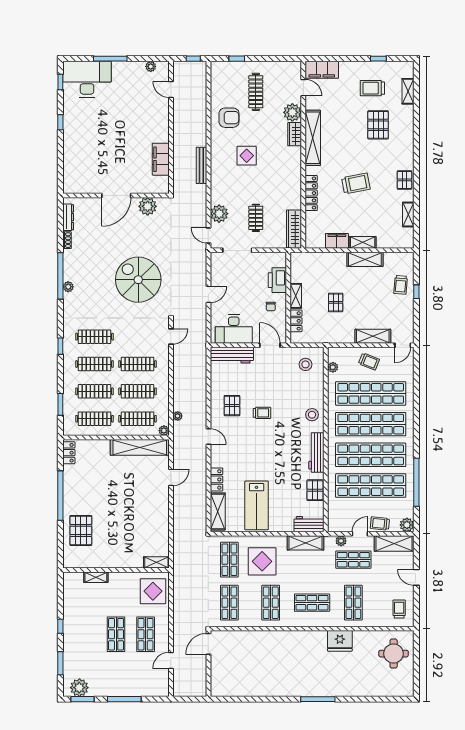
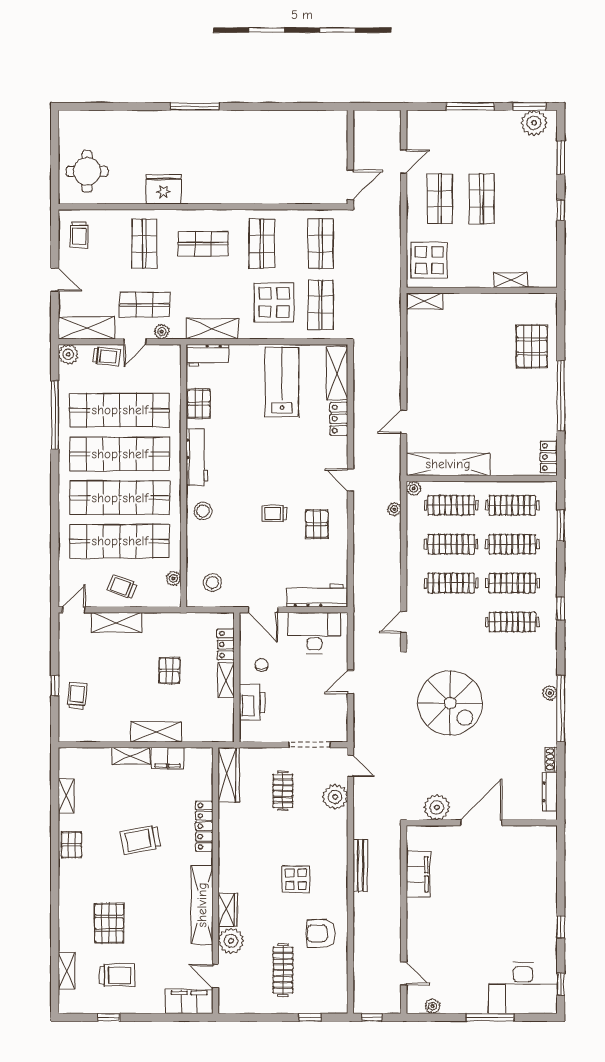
shelving: (365, 259) -> (156, 732), moved

